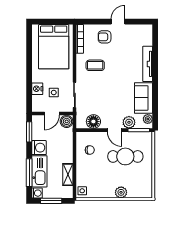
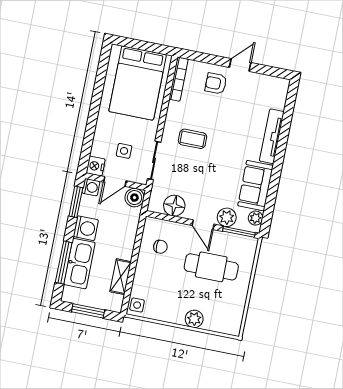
coffee table: (95, 65) -> (193, 139), moved
nightstand: (37, 89) -> (96, 166), moved
washing machine: (37, 193) -> (91, 187), moved

